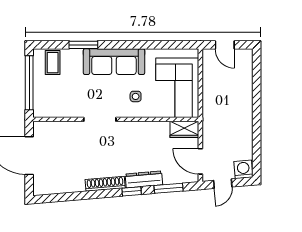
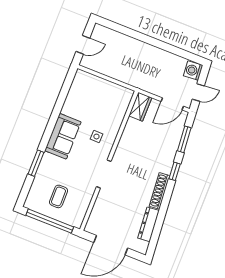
sofa: (114, 62) -> (63, 136), width x0.73
coffee table: (53, 63) -> (59, 196), moved, turned 90
corner sofa: (177, 88) -> (103, 99), removed
dresser: (144, 179) -> (148, 224), moved
door: (223, 184) -> (198, 92), hinge flipped

